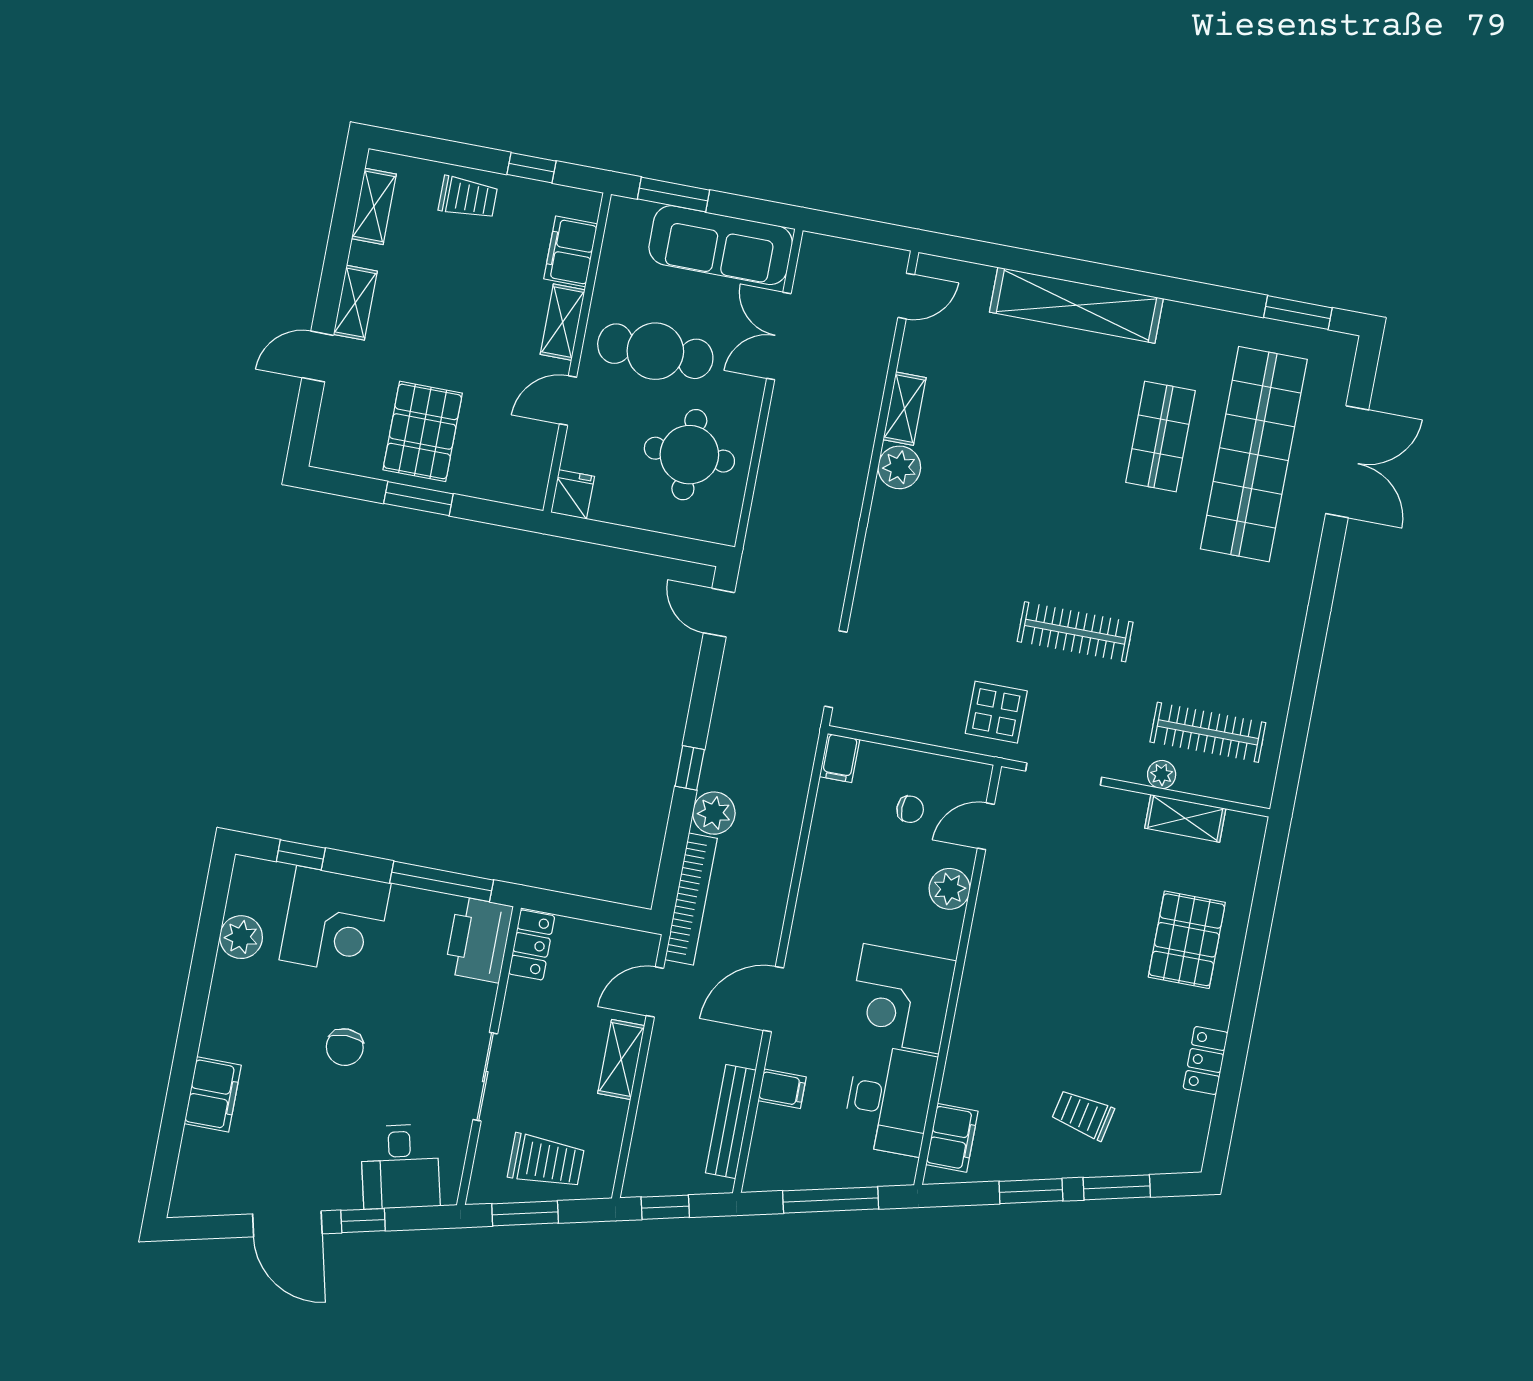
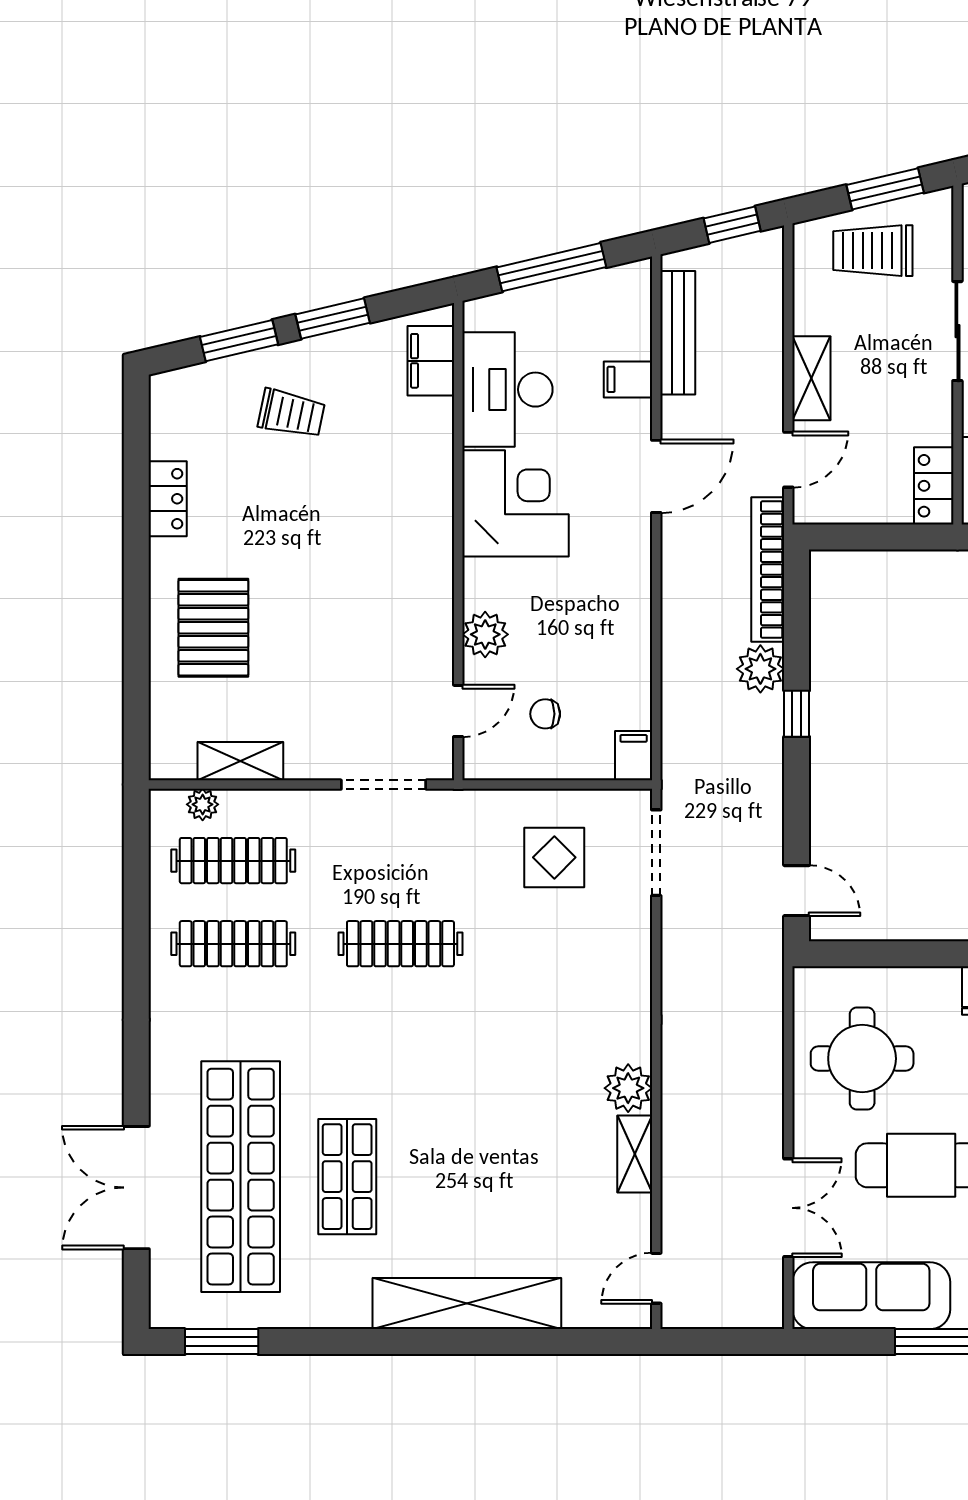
clothes rail: (1222, 659) -> (233, 944), added
display table: (996, 712) -> (554, 857), moved
plant: (1162, 775) -> (203, 804), moved

